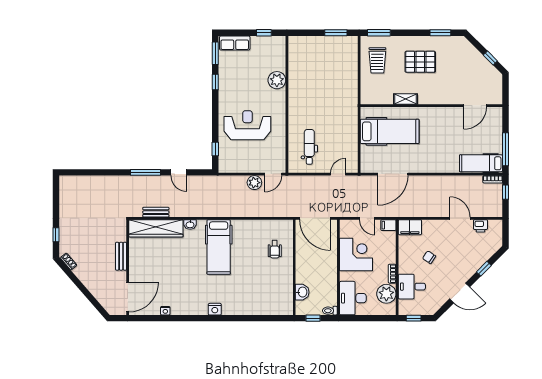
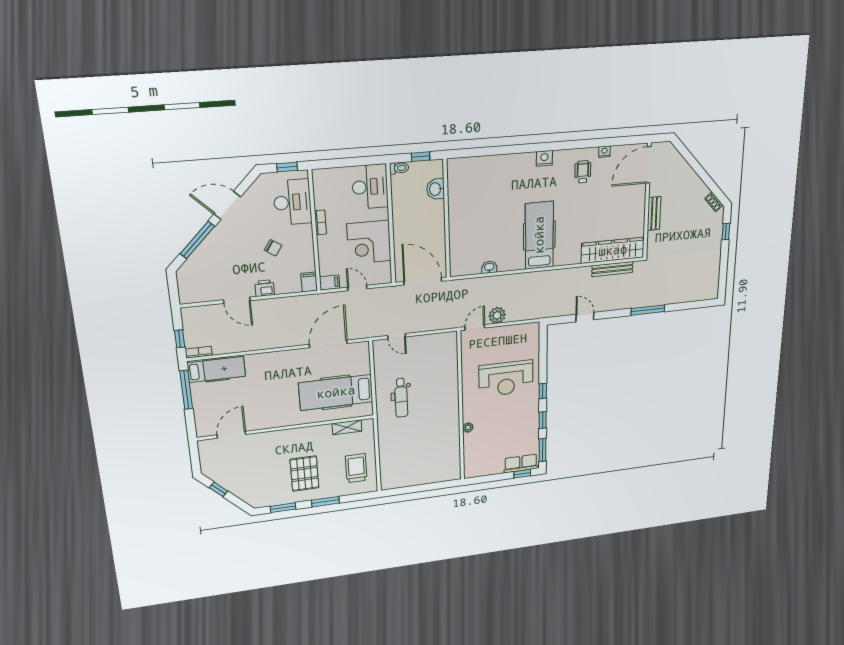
window: (264, 33) -> (522, 474), moved
window: (336, 33) -> (407, 490), removed
window: (379, 33) -> (325, 502), moved
pallet: (420, 62) -> (304, 474), turned 90
plant: (277, 80) -> (468, 428), width x0.53, depth x0.53
shelving: (405, 99) -> (347, 427), moved
dental chair: (309, 147) -> (401, 398), moved
window: (215, 149) -> (543, 391), moved
window: (145, 172) -> (648, 310), moved
door: (338, 174) -> (397, 336), hinge flipped
bench: (156, 212) -> (612, 269), width x1.36
washbasin: (190, 224) -> (489, 267), moved
printer: (481, 226) -> (265, 288), moved
filing cabinet: (410, 227) -> (309, 282), width x0.50
wheelchair: (275, 249) -> (583, 172), moved
window: (484, 269) -> (197, 240), width x2.17
desk: (412, 287) -> (292, 202), width x1.37
plant: (386, 294) -> (326, 196), removed

